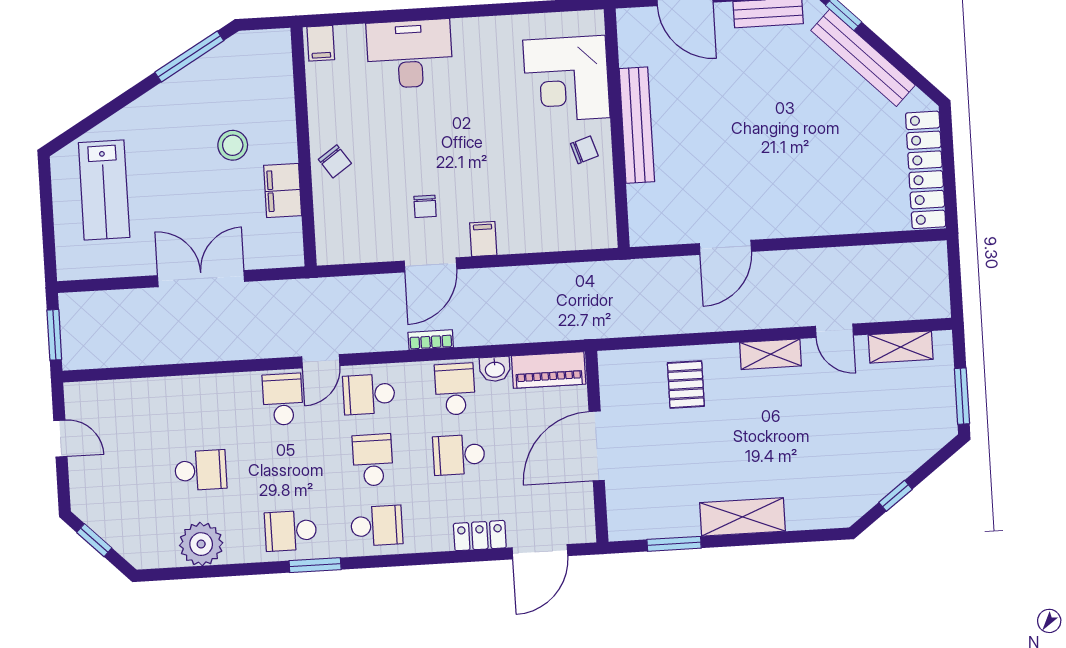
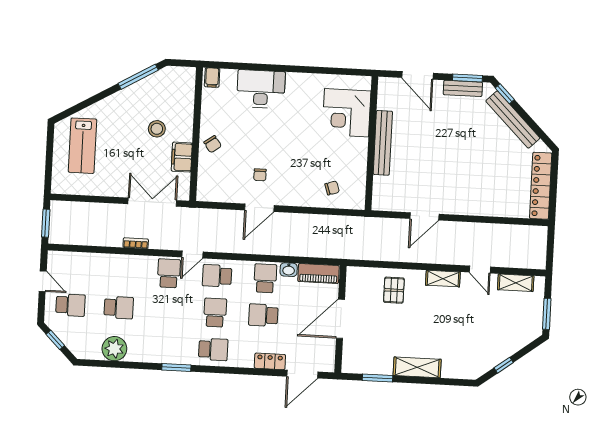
chair: (584, 150) -> (332, 188), moved
filing cabinet: (483, 239) -> (290, 197), removed
double door: (201, 279) -> (152, 202), moved
bookcase: (431, 340) -> (136, 243), moved
school desk: (291, 531) -> (71, 305), moved, turned 180

